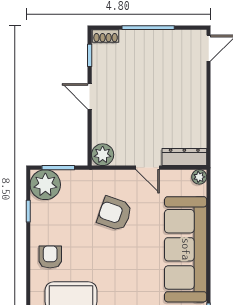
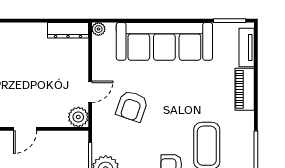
dresser: (184, 157) -> (68, 30), moved, turned -90
door: (148, 168) -> (90, 92), moved

